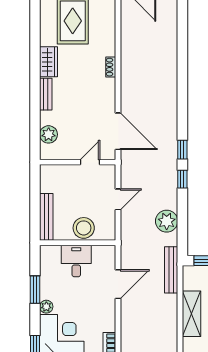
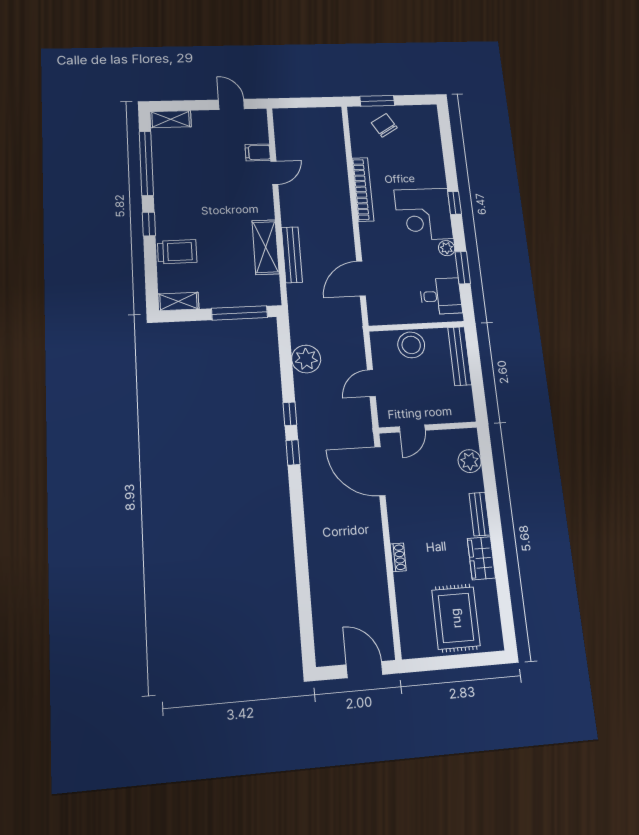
desk: (76, 261) -> (441, 296), moved, turned -90
bench: (171, 270) -> (292, 255), moved

